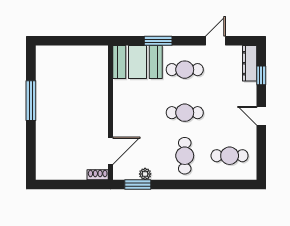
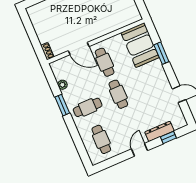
dresser: (250, 63) -> (159, 131), moved
cafe table: (185, 70) -> (105, 62), moved
door: (110, 151) -> (79, 49), moved
window: (138, 185) -> (62, 105), moved

